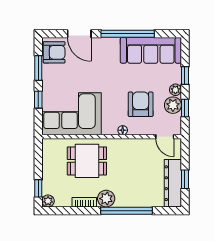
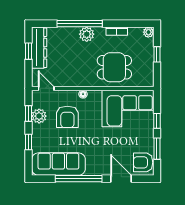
plant: (175, 90) -> (37, 130), removed
window: (38, 188) -> (157, 54), moved
plant: (106, 199) -> (87, 34), moved

